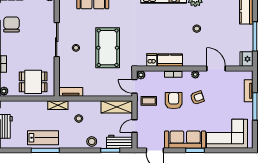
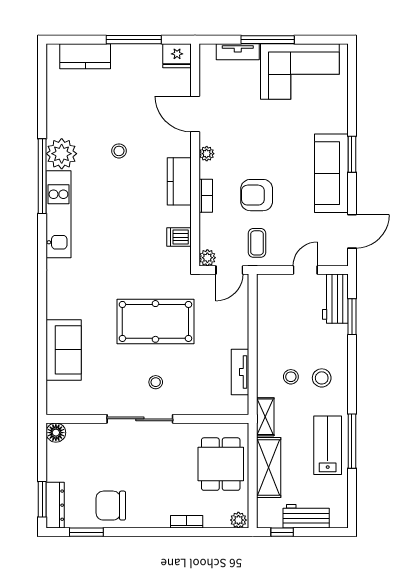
kitchen counter: (170, 60) -> (179, 181), moved
door: (216, 68) -> (195, 114), hinge flipped
tv unit: (71, 92) -> (240, 372), moved
armchair: (197, 98) -> (251, 150), removed
shelving: (117, 107) -> (269, 467), moved
door: (135, 126) -> (305, 270), swing flipped
corner sofa: (227, 134) -> (300, 72), moved, turned -90
stool: (92, 141) -> (322, 378), moved

